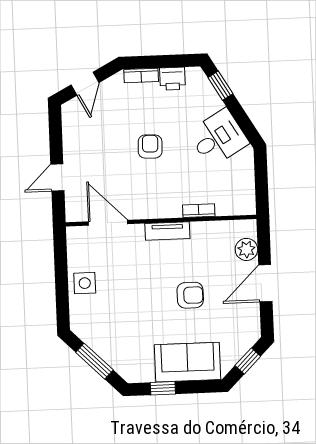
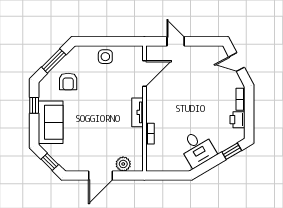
armchair: (150, 147) -> (194, 103), removed
door: (265, 283) -> (100, 176), swing flipped
armchair: (190, 295) -> (68, 82), moved

